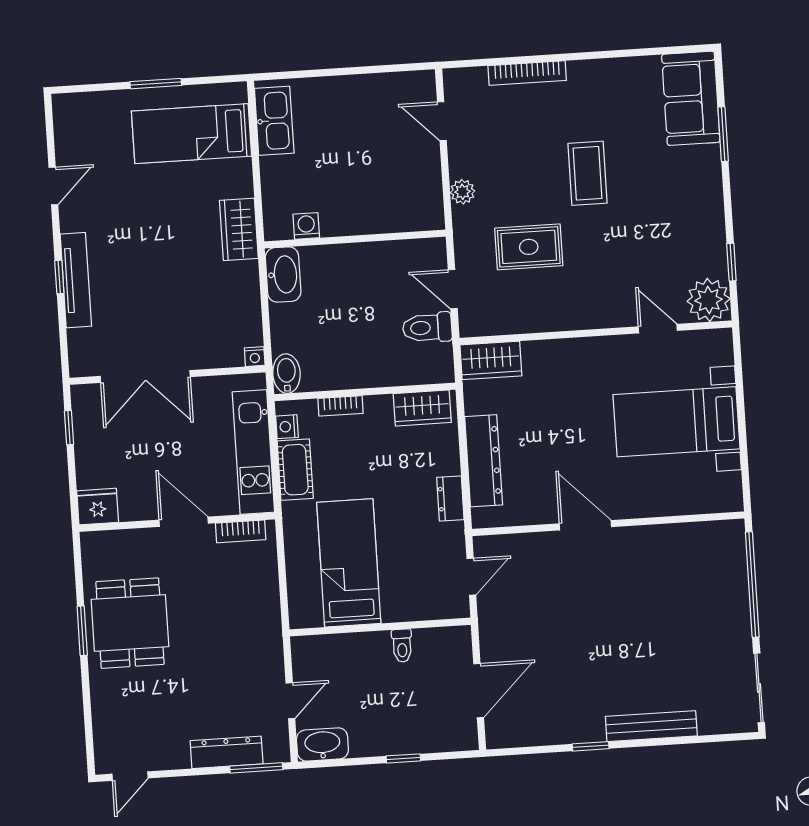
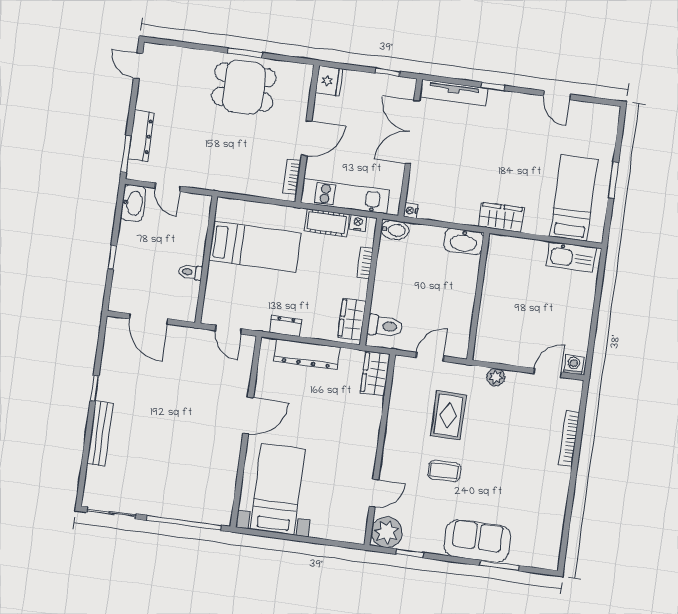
sofa: (691, 98) -> (477, 541), moved
coffee table: (588, 173) -> (444, 471), moved, width x0.73, depth x0.77
washing machine: (306, 226) -> (574, 365), moved, turned -90
tv unit: (76, 280) -> (454, 93), moved
toilet: (427, 328) -> (385, 326), moved, turned 90
bed with nightstands: (676, 422) -> (278, 489), moved

